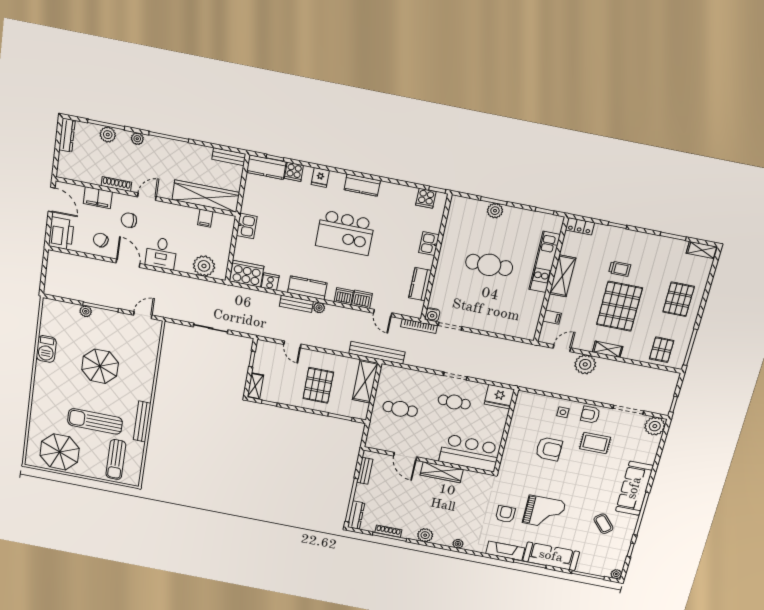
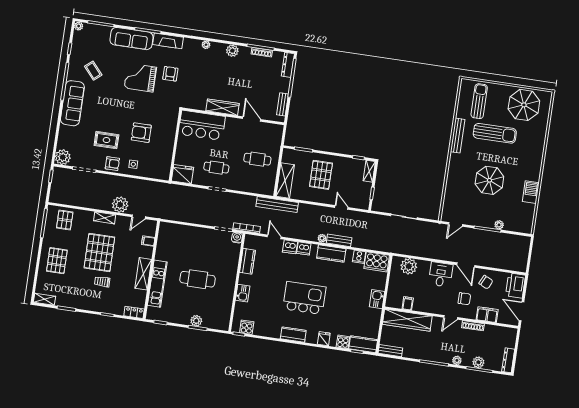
armchair: (505, 514) -> (170, 74), turned 180

